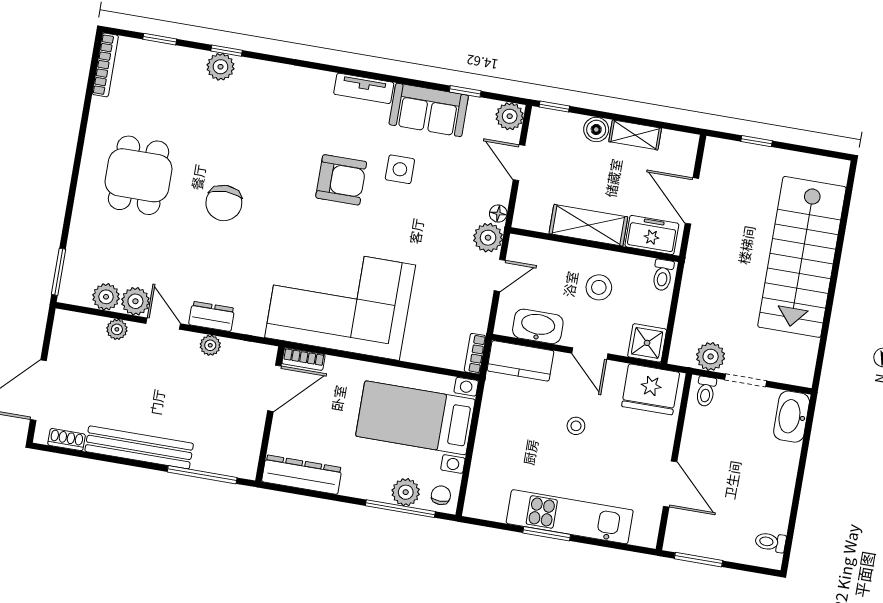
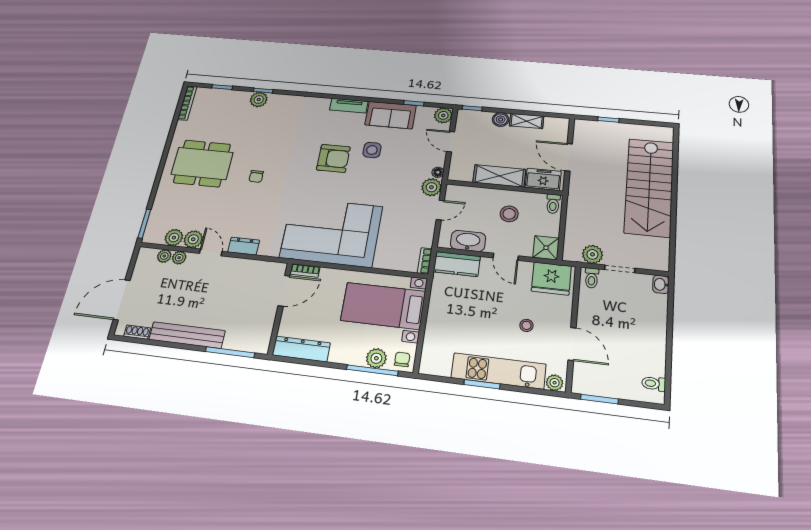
dining table: (138, 175) -> (202, 163), width x1.38
chair: (224, 203) -> (256, 176), width x0.54, depth x0.54
plant: (210, 345) -> (164, 256), moved
washbasin: (792, 417) -> (661, 284), width x0.52, depth x0.69
stool: (576, 426) -> (526, 325), moved
plant: (642, 536) -> (555, 383), added

